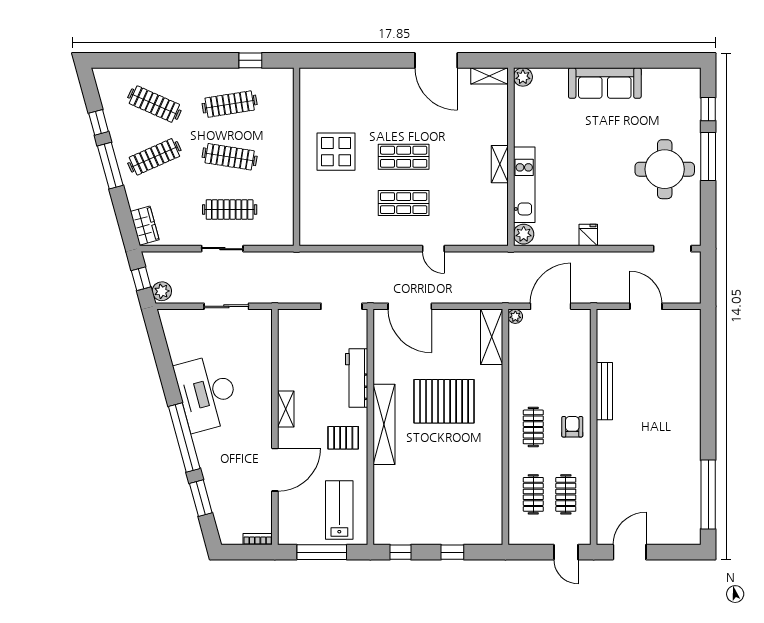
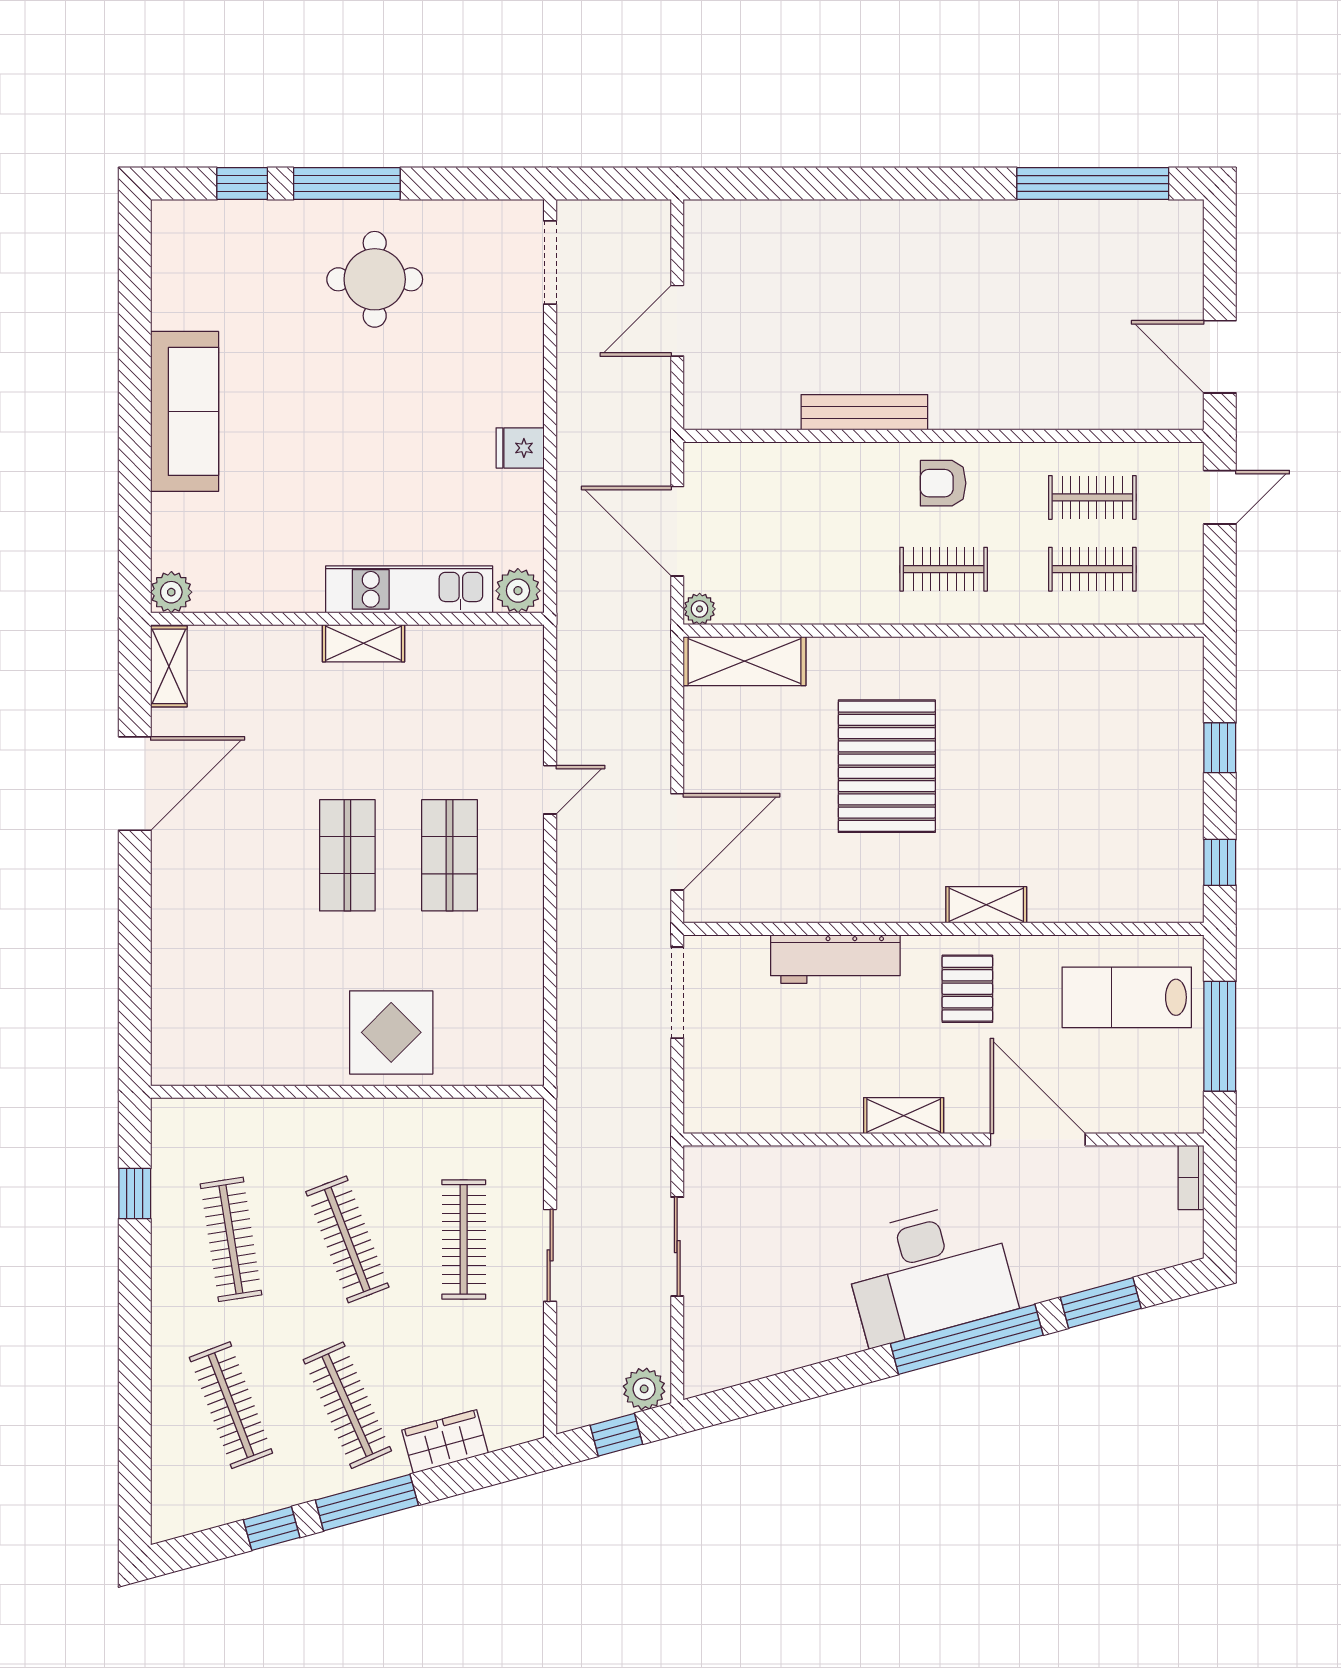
clothes rail: (154, 104) -> (231, 1405), turned -45
display table: (336, 152) -> (391, 1032), moved
clothes rail: (230, 157) -> (347, 1239), turned -30
round table: (665, 169) -> (375, 279), width x0.73, depth x0.73
wardrobe: (145, 226) -> (445, 1442), moved
desk: (207, 393) -> (929, 1273), moved
shelving: (384, 424) -> (986, 905), width x0.45, depth x0.75

